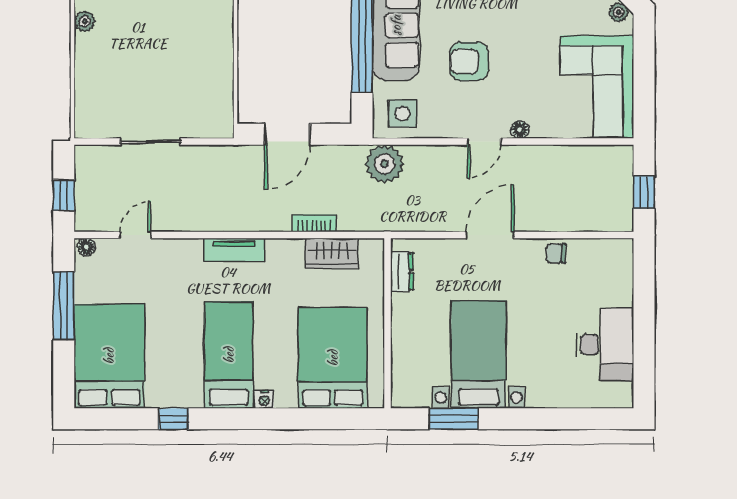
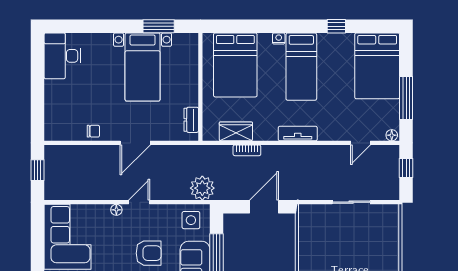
desk: (605, 344) -> (62, 56), moved

